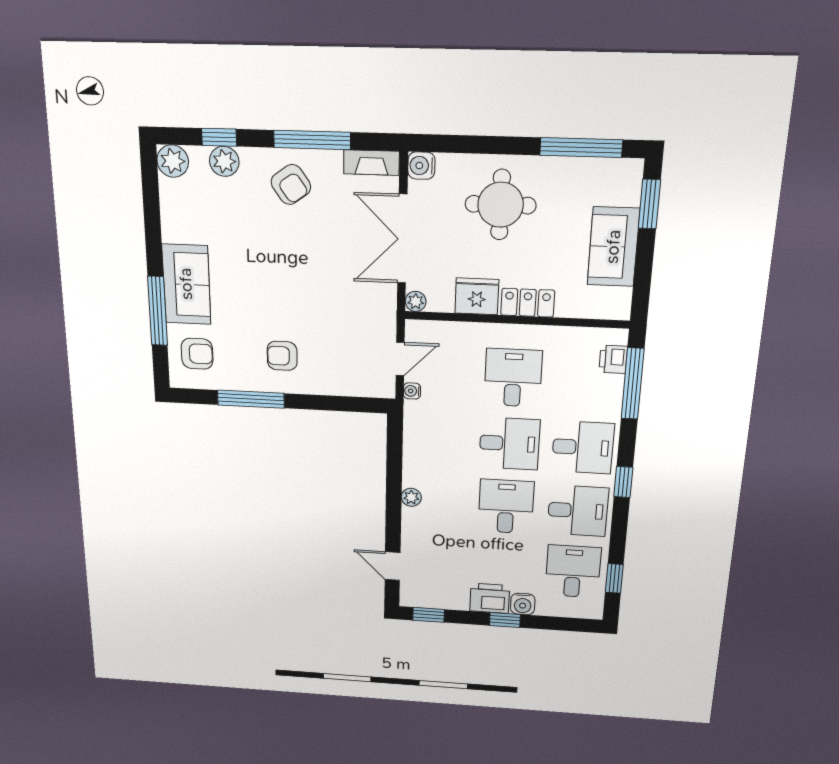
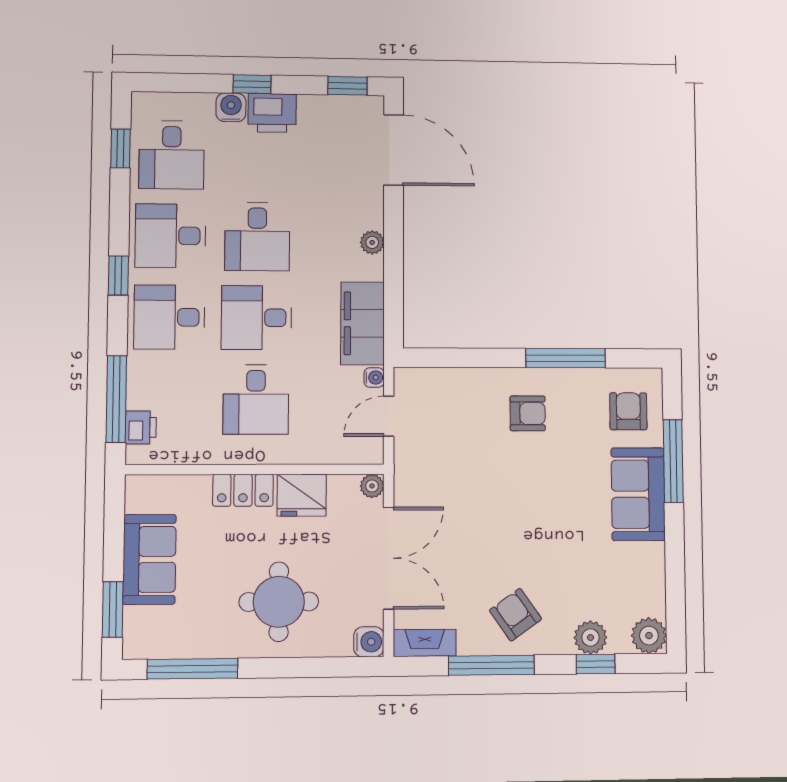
armchair: (197, 354) -> (628, 411), turned 90
filing cabinet: (421, 435) -> (362, 323), added
door: (392, 566) -> (394, 150), width x1.88

